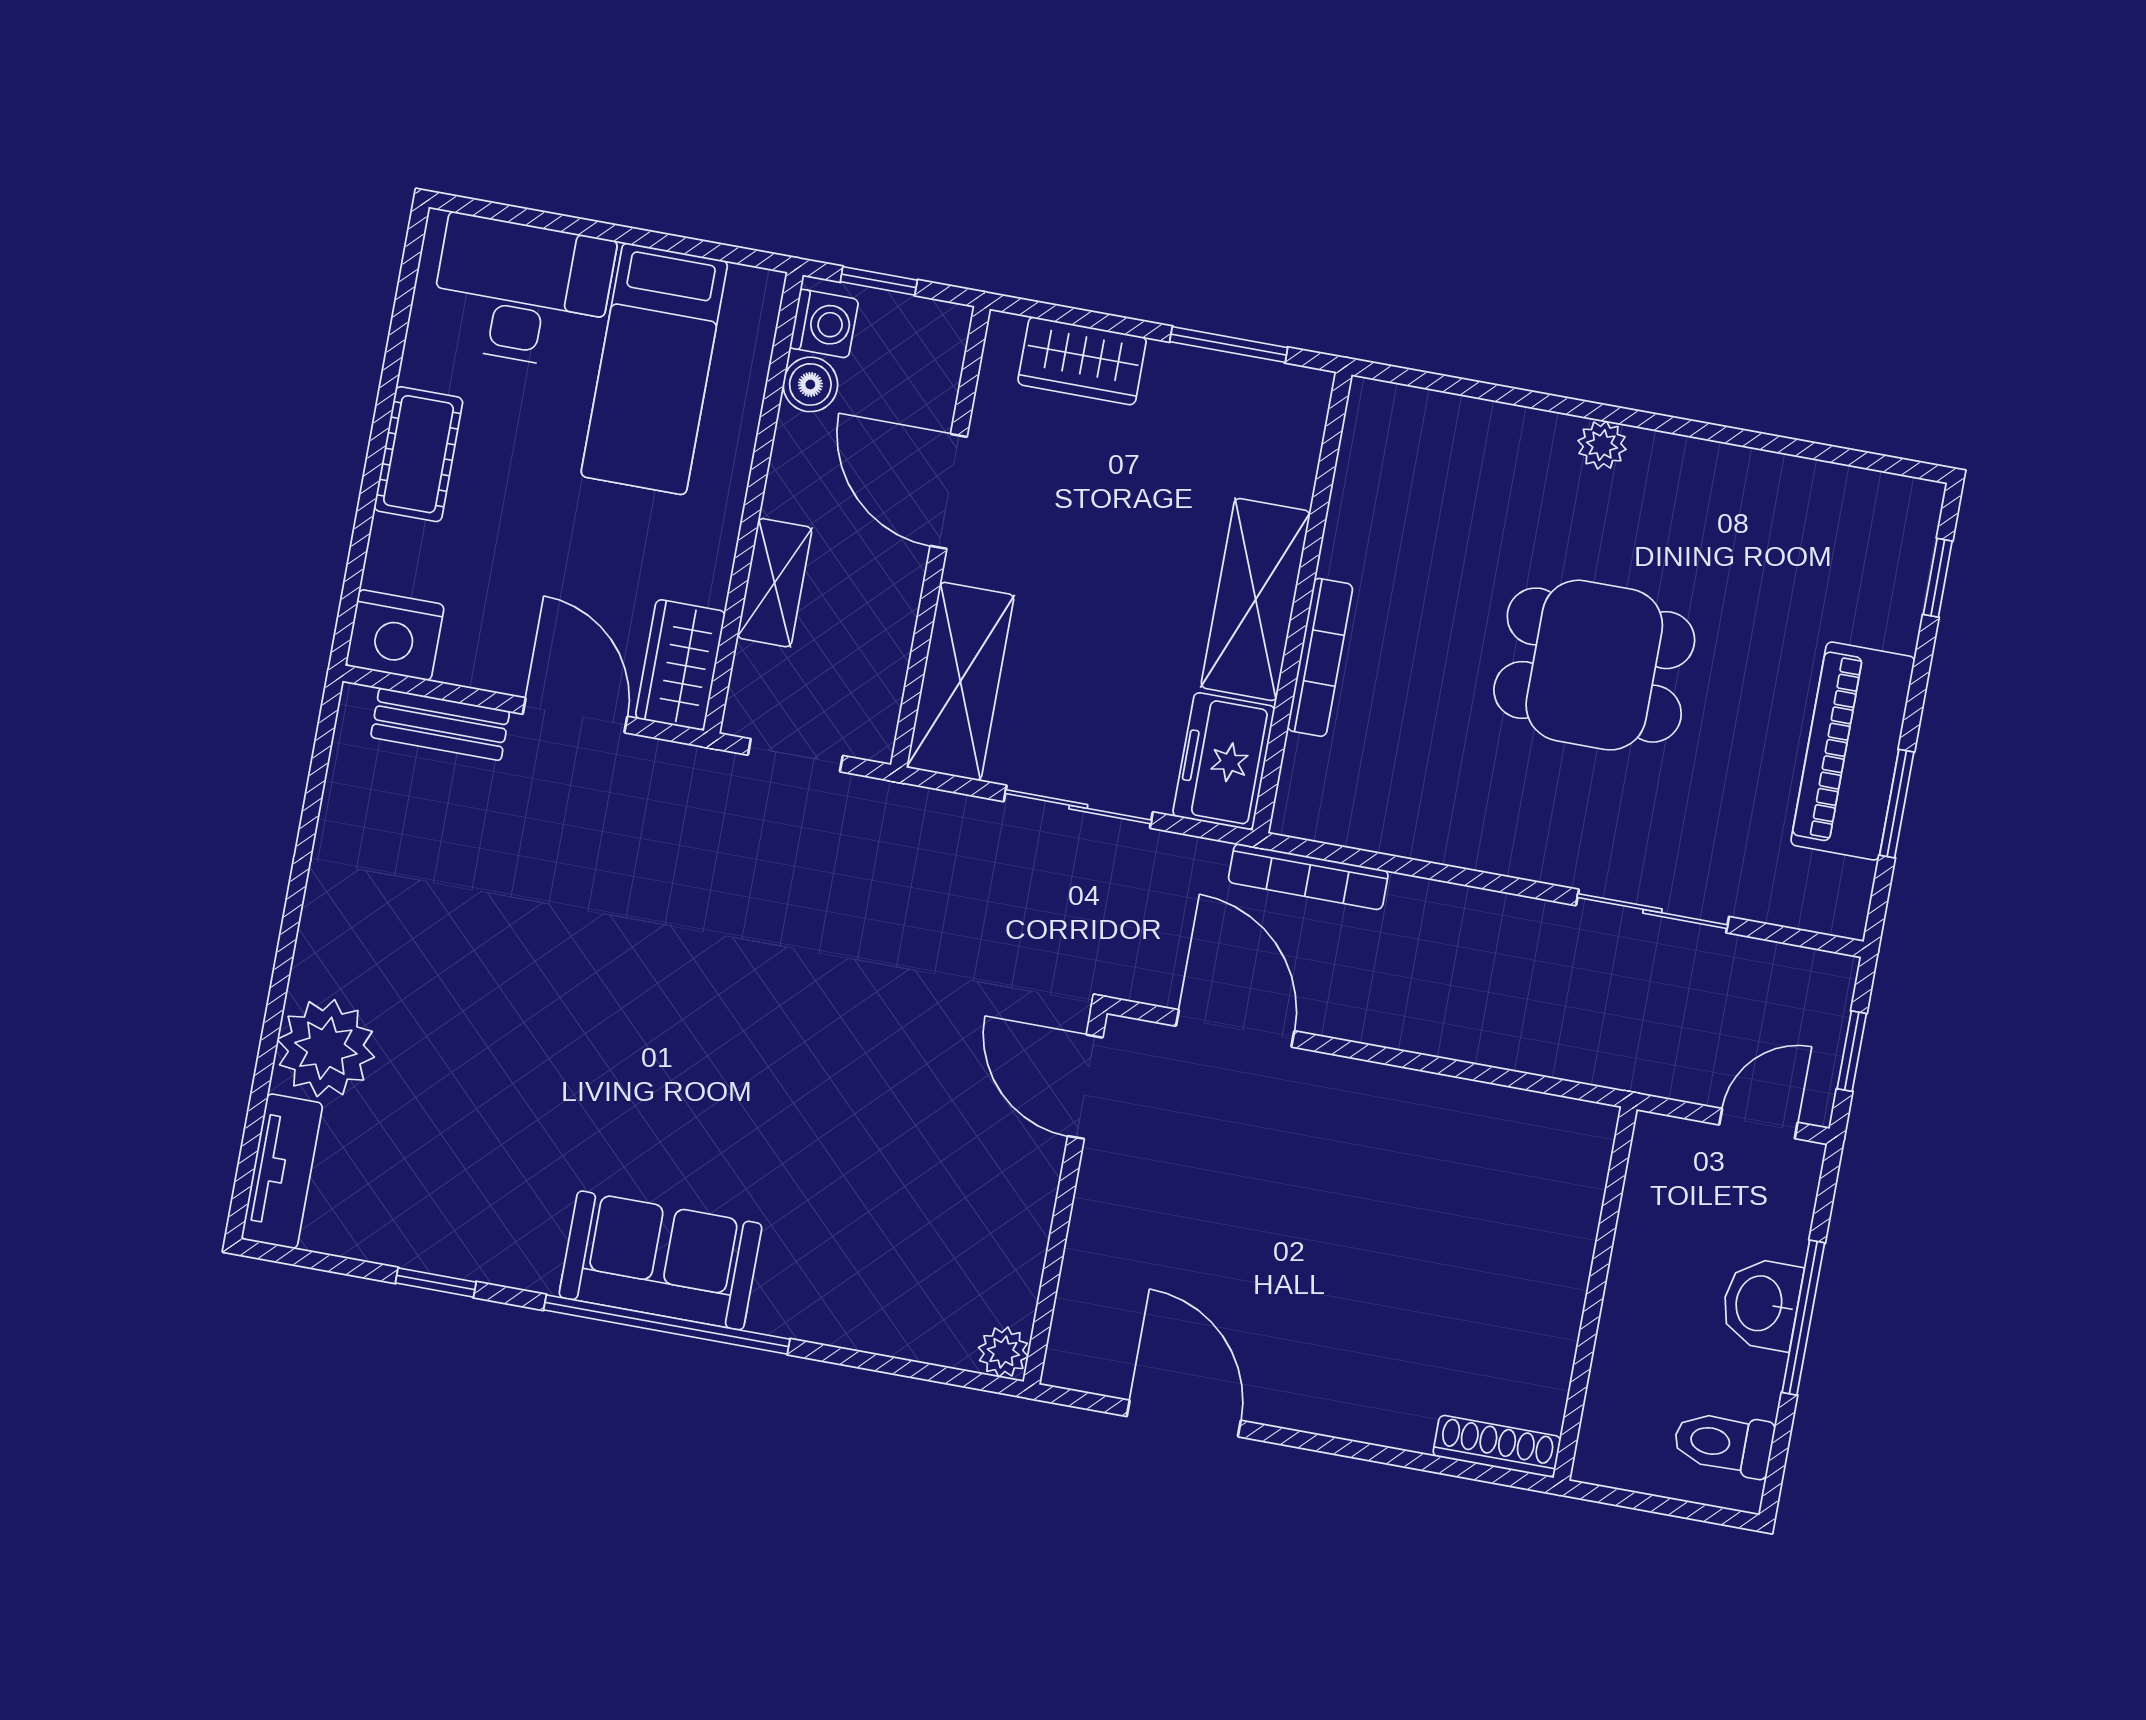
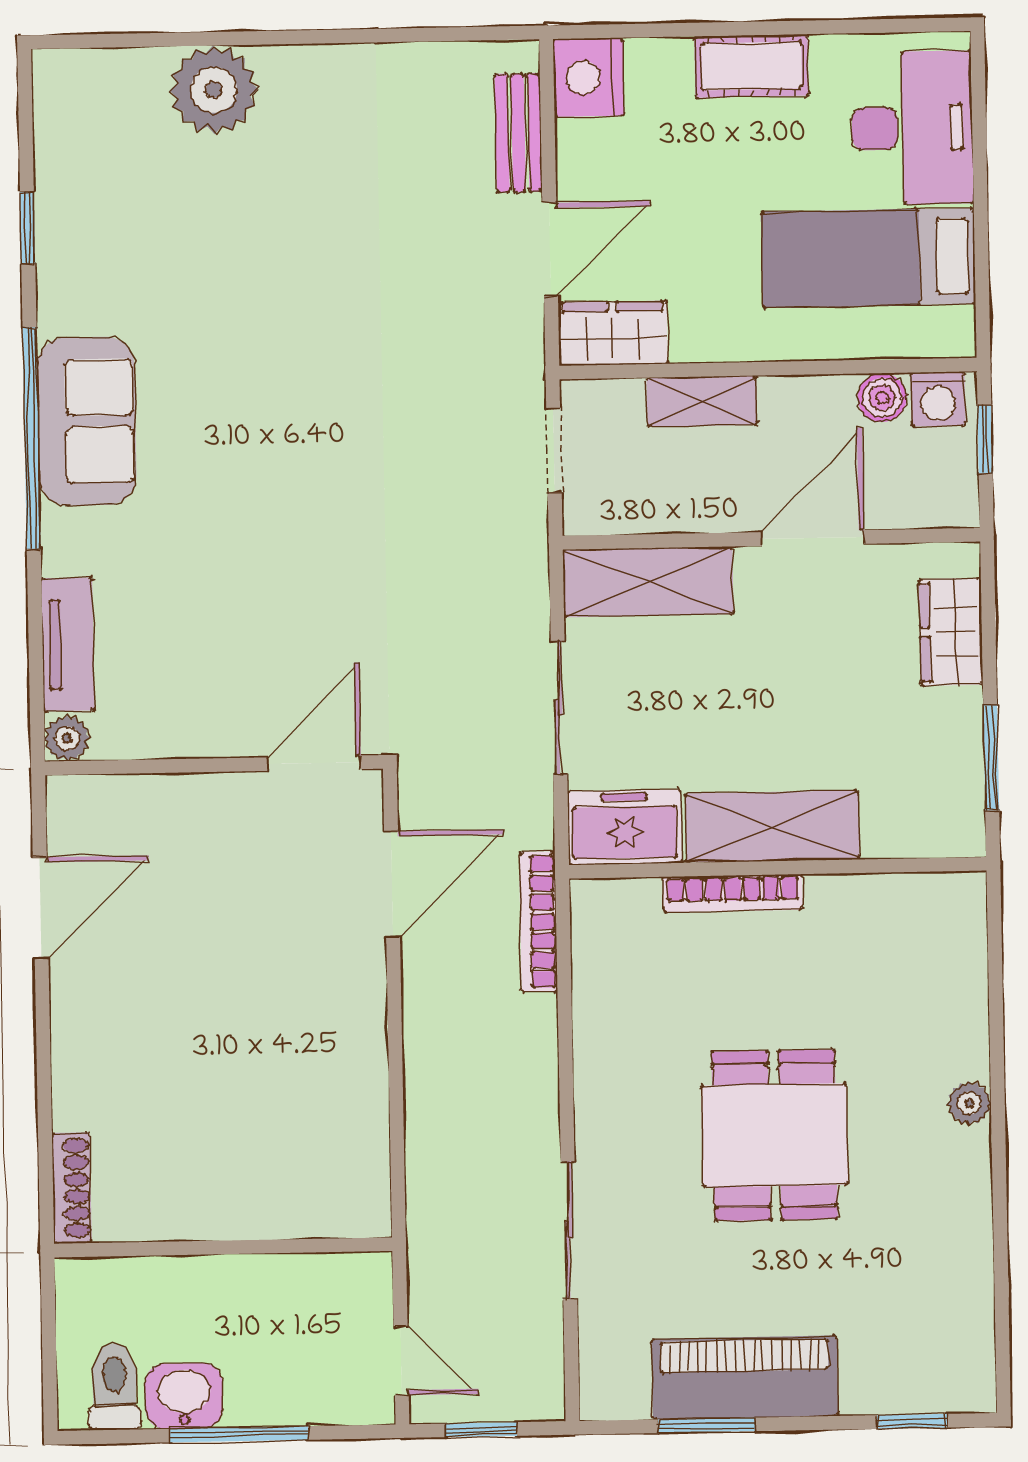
tv unit: (282, 1171) -> (68, 644), moved, turned -90
washbasin: (1761, 1304) -> (184, 1396), moved

